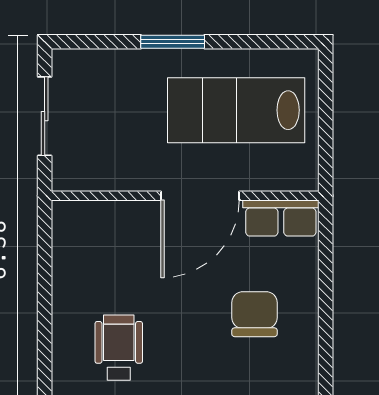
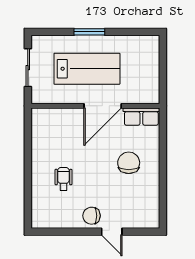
lab bench: (236, 110) -> (87, 69), moved, turned 180
wheelchair: (119, 348) -> (63, 179), width x0.73, depth x0.73

